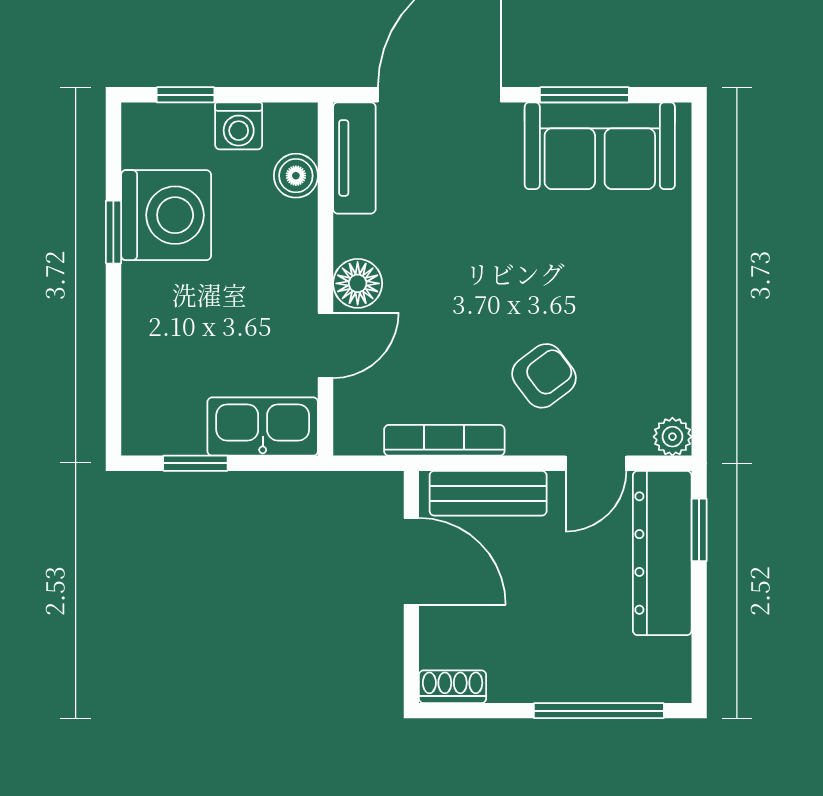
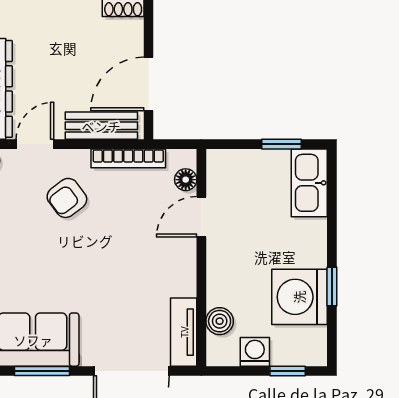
floor lamp: (358, 283) -> (186, 180), moved, width x0.73, depth x0.73
kitchen sink: (263, 427) -> (309, 183), moved, turned 90
door: (411, 561) -> (149, 84), hinge flipped

